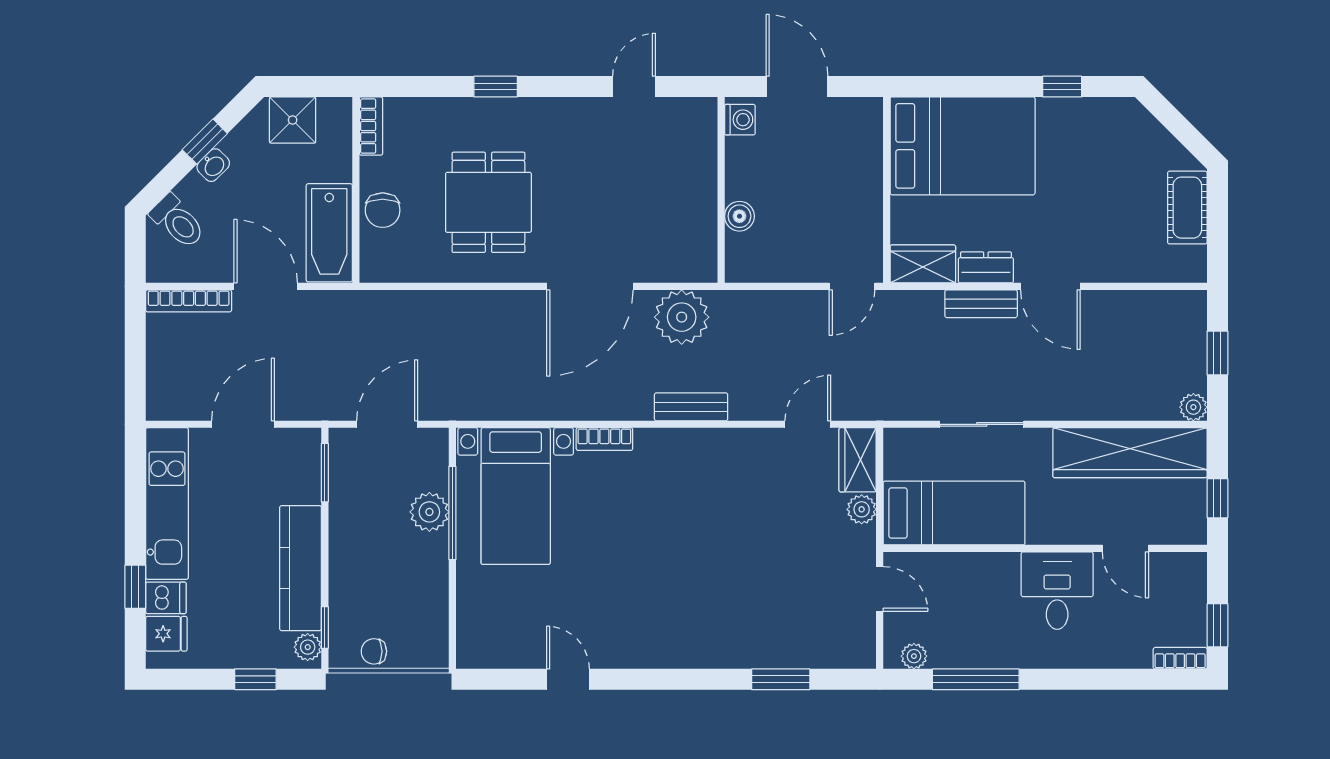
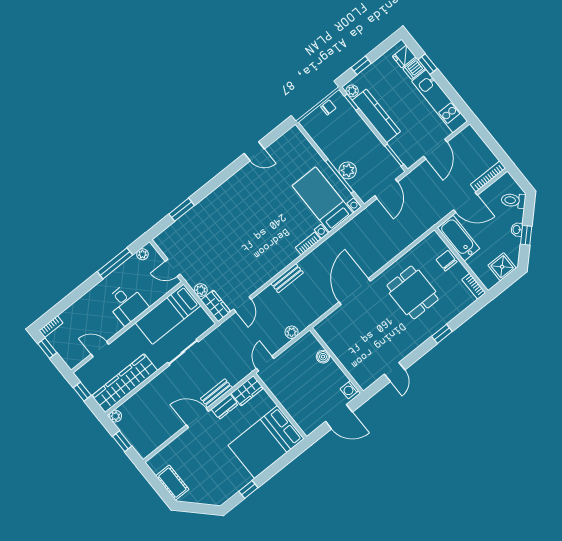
plant: (682, 317) -> (292, 332), moved, width x0.53, depth x0.53
desk: (1057, 591) -> (127, 304), moved

